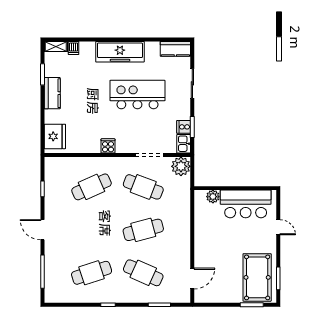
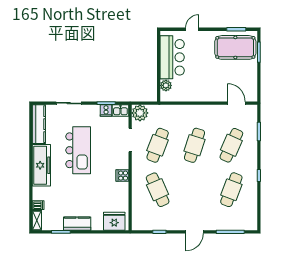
kitchen counter: (175, 49) -> (39, 124), width x1.50
kitchen island: (137, 95) -> (78, 150), turned 180
cafe table: (143, 230) -> (194, 145), turned 33
cafe table: (92, 273) -> (231, 190), turned 39

